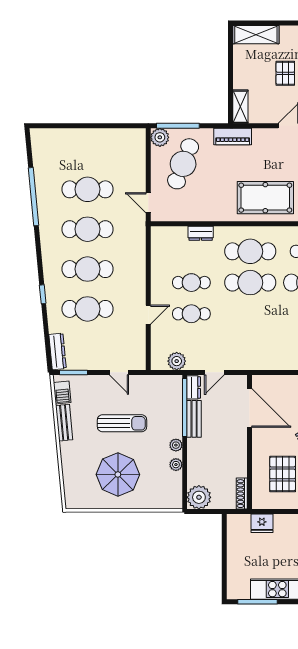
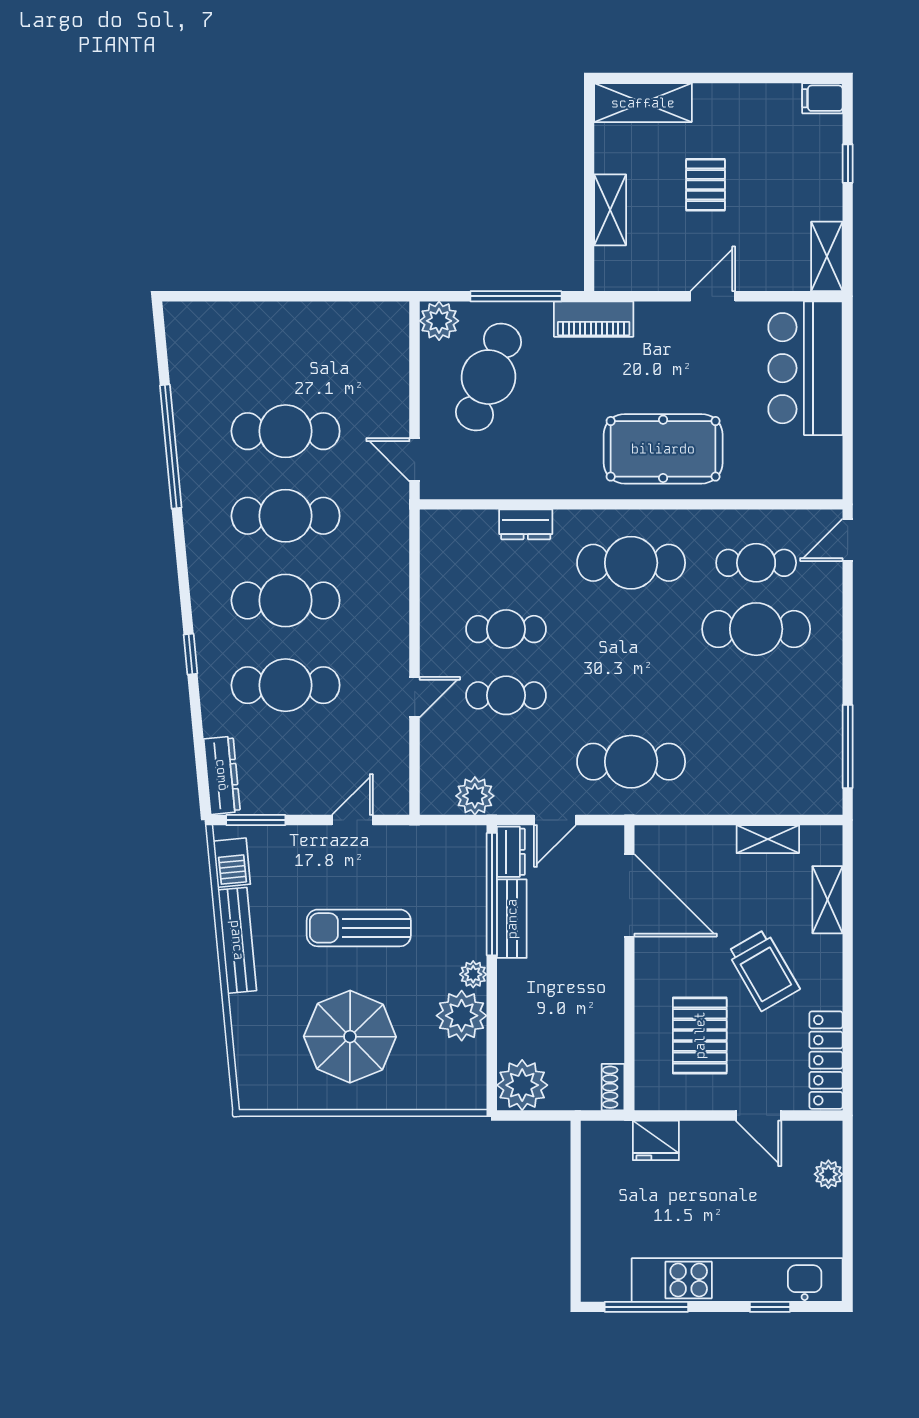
shelving: (240, 107) -> (610, 210), moved
window: (178, 126) -> (516, 296), moved
cafe table: (250, 283) -> (631, 762), moved
door: (119, 372) -> (352, 820), swing flipped
bench: (64, 423) -> (237, 940), width x1.36
sun lounger: (122, 423) -> (359, 928), turned 180
plant: (176, 465) -> (462, 1016), width x1.87, depth x1.87
shoe rack: (242, 494) -> (613, 1087), width x0.70

